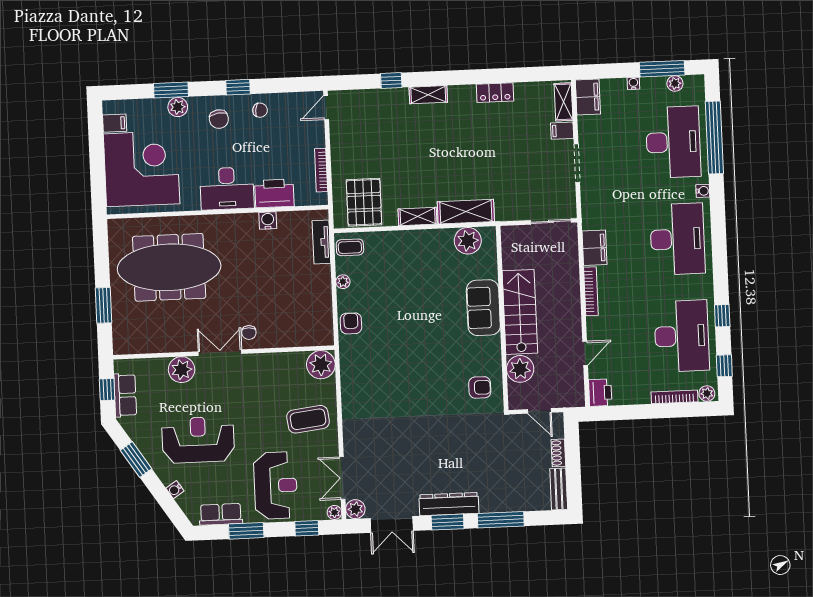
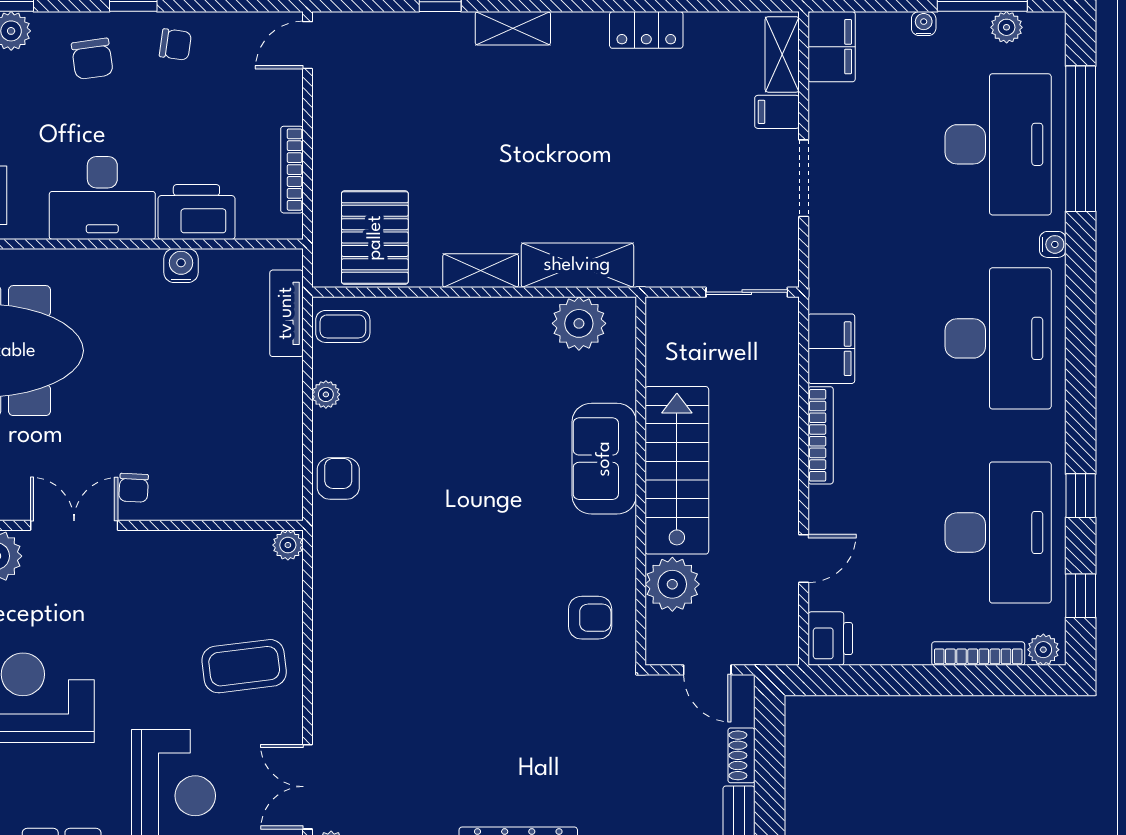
plant: (321, 365) -> (288, 545), width x0.53, depth x0.53

